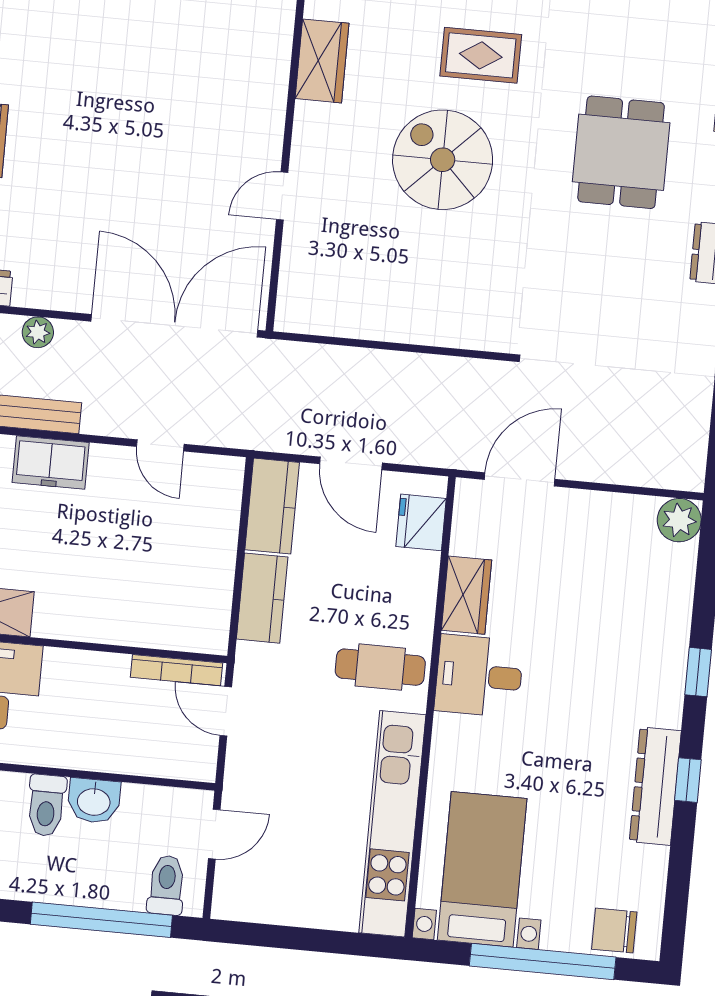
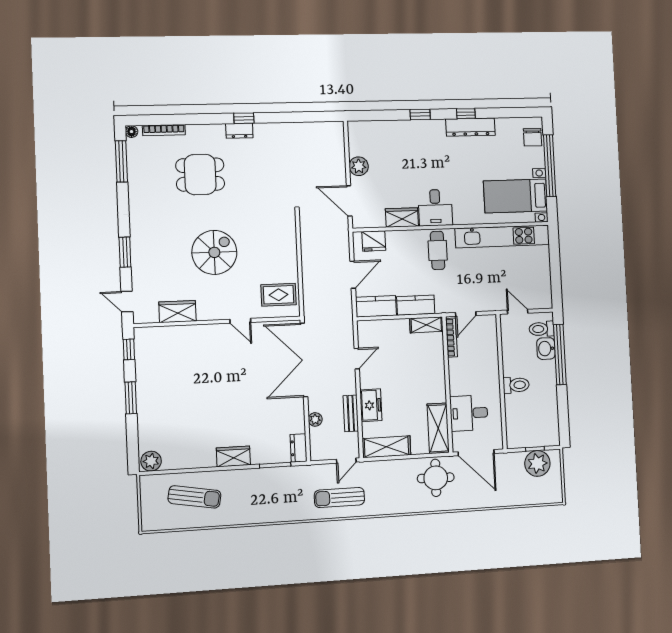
rug: (481, 55) -> (279, 295), moved, turned 90
spiral stairs: (443, 160) -> (214, 252), turned 180
plant: (679, 520) -> (359, 166), moved
shelving: (214, 616) -> (426, 325), added
washbasin: (94, 801) -> (546, 349), moved, turned 180

